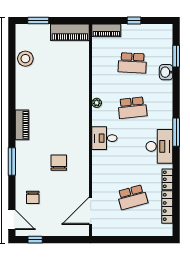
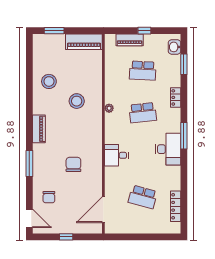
piano: (106, 30) -> (130, 40), moved
stool: (25, 59) -> (49, 81), moved
washbasin: (166, 72) -> (175, 47), moved
stool: (62, 95) -> (77, 101), added
desk: (104, 138) -> (116, 155), moved
locker: (167, 179) -> (176, 97), moved
school desk: (132, 197) -> (143, 197), turned 30
window: (35, 240) -> (66, 237), moved

